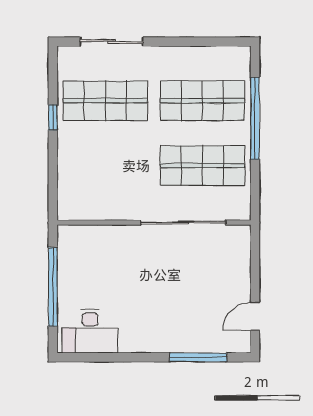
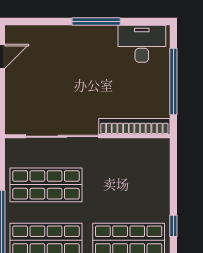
bookcase: (99, 234) -> (134, 126), added
window: (198, 357) -> (96, 22), moved

